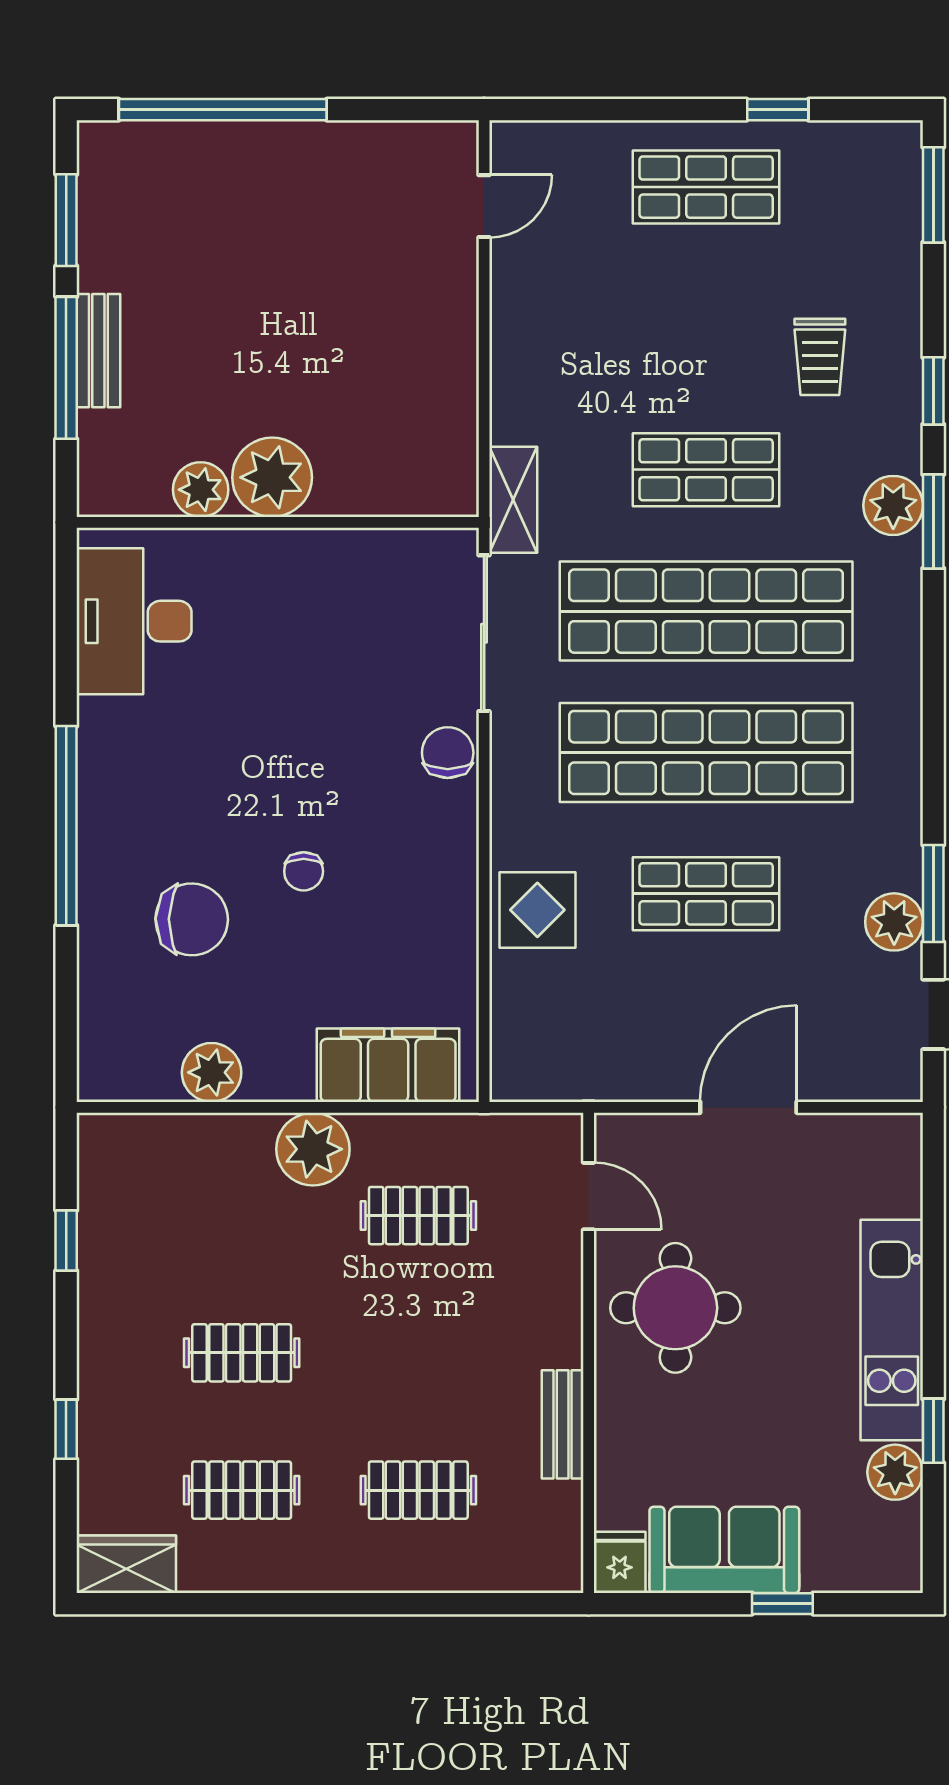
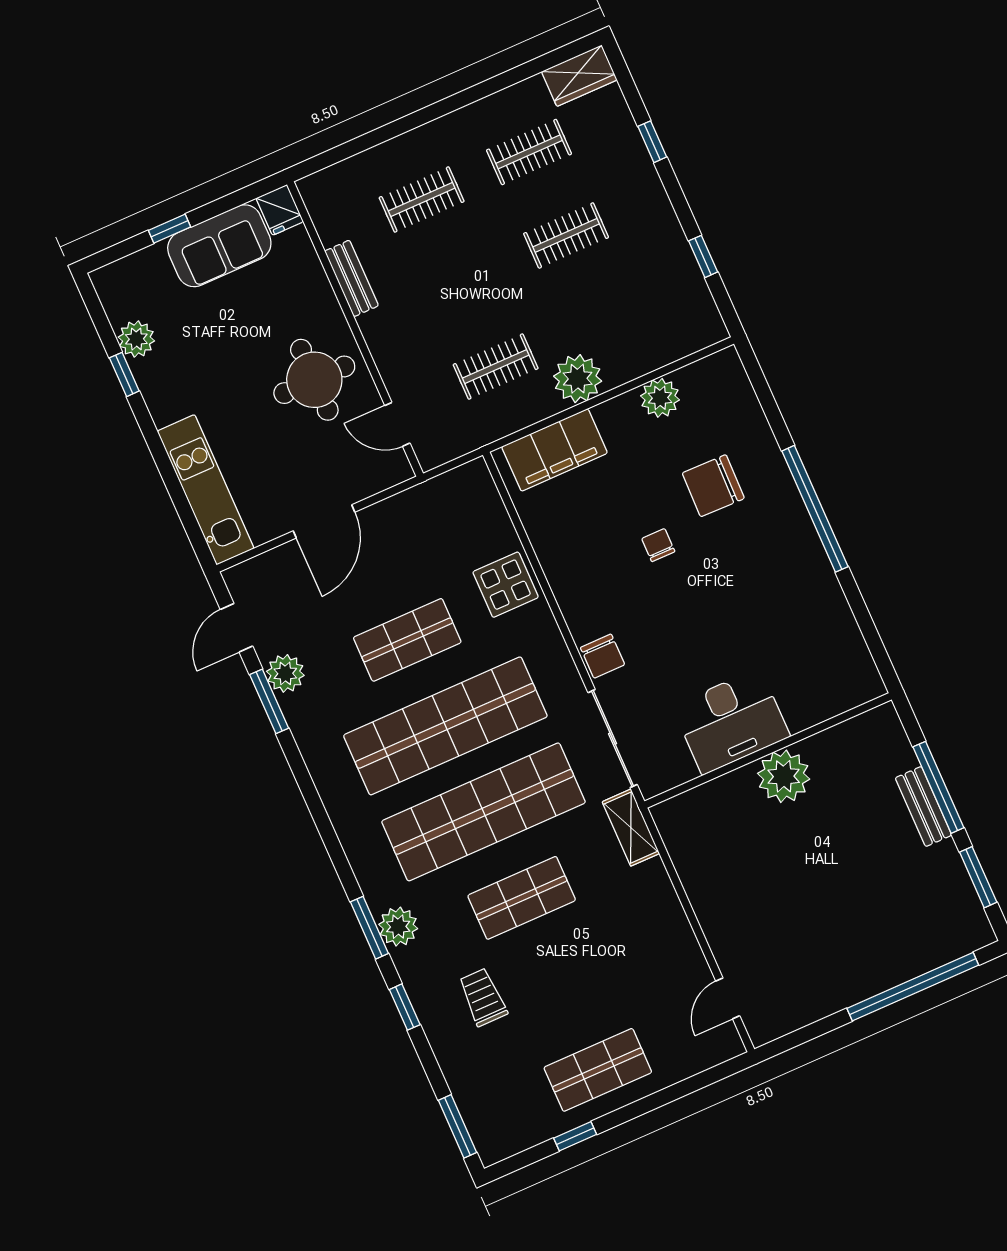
plant: (201, 490) -> (824, 750), removed
desk: (134, 621) -> (731, 721), moved, turned 90
kitchen unit: (892, 1330) -> (206, 490), moved

